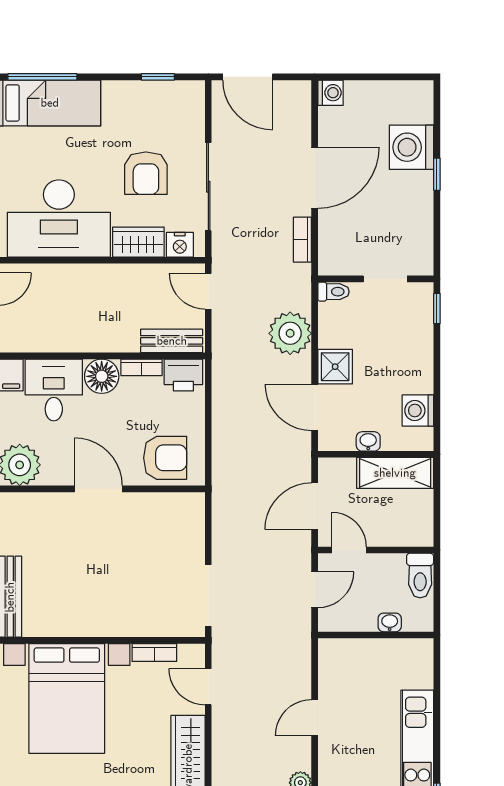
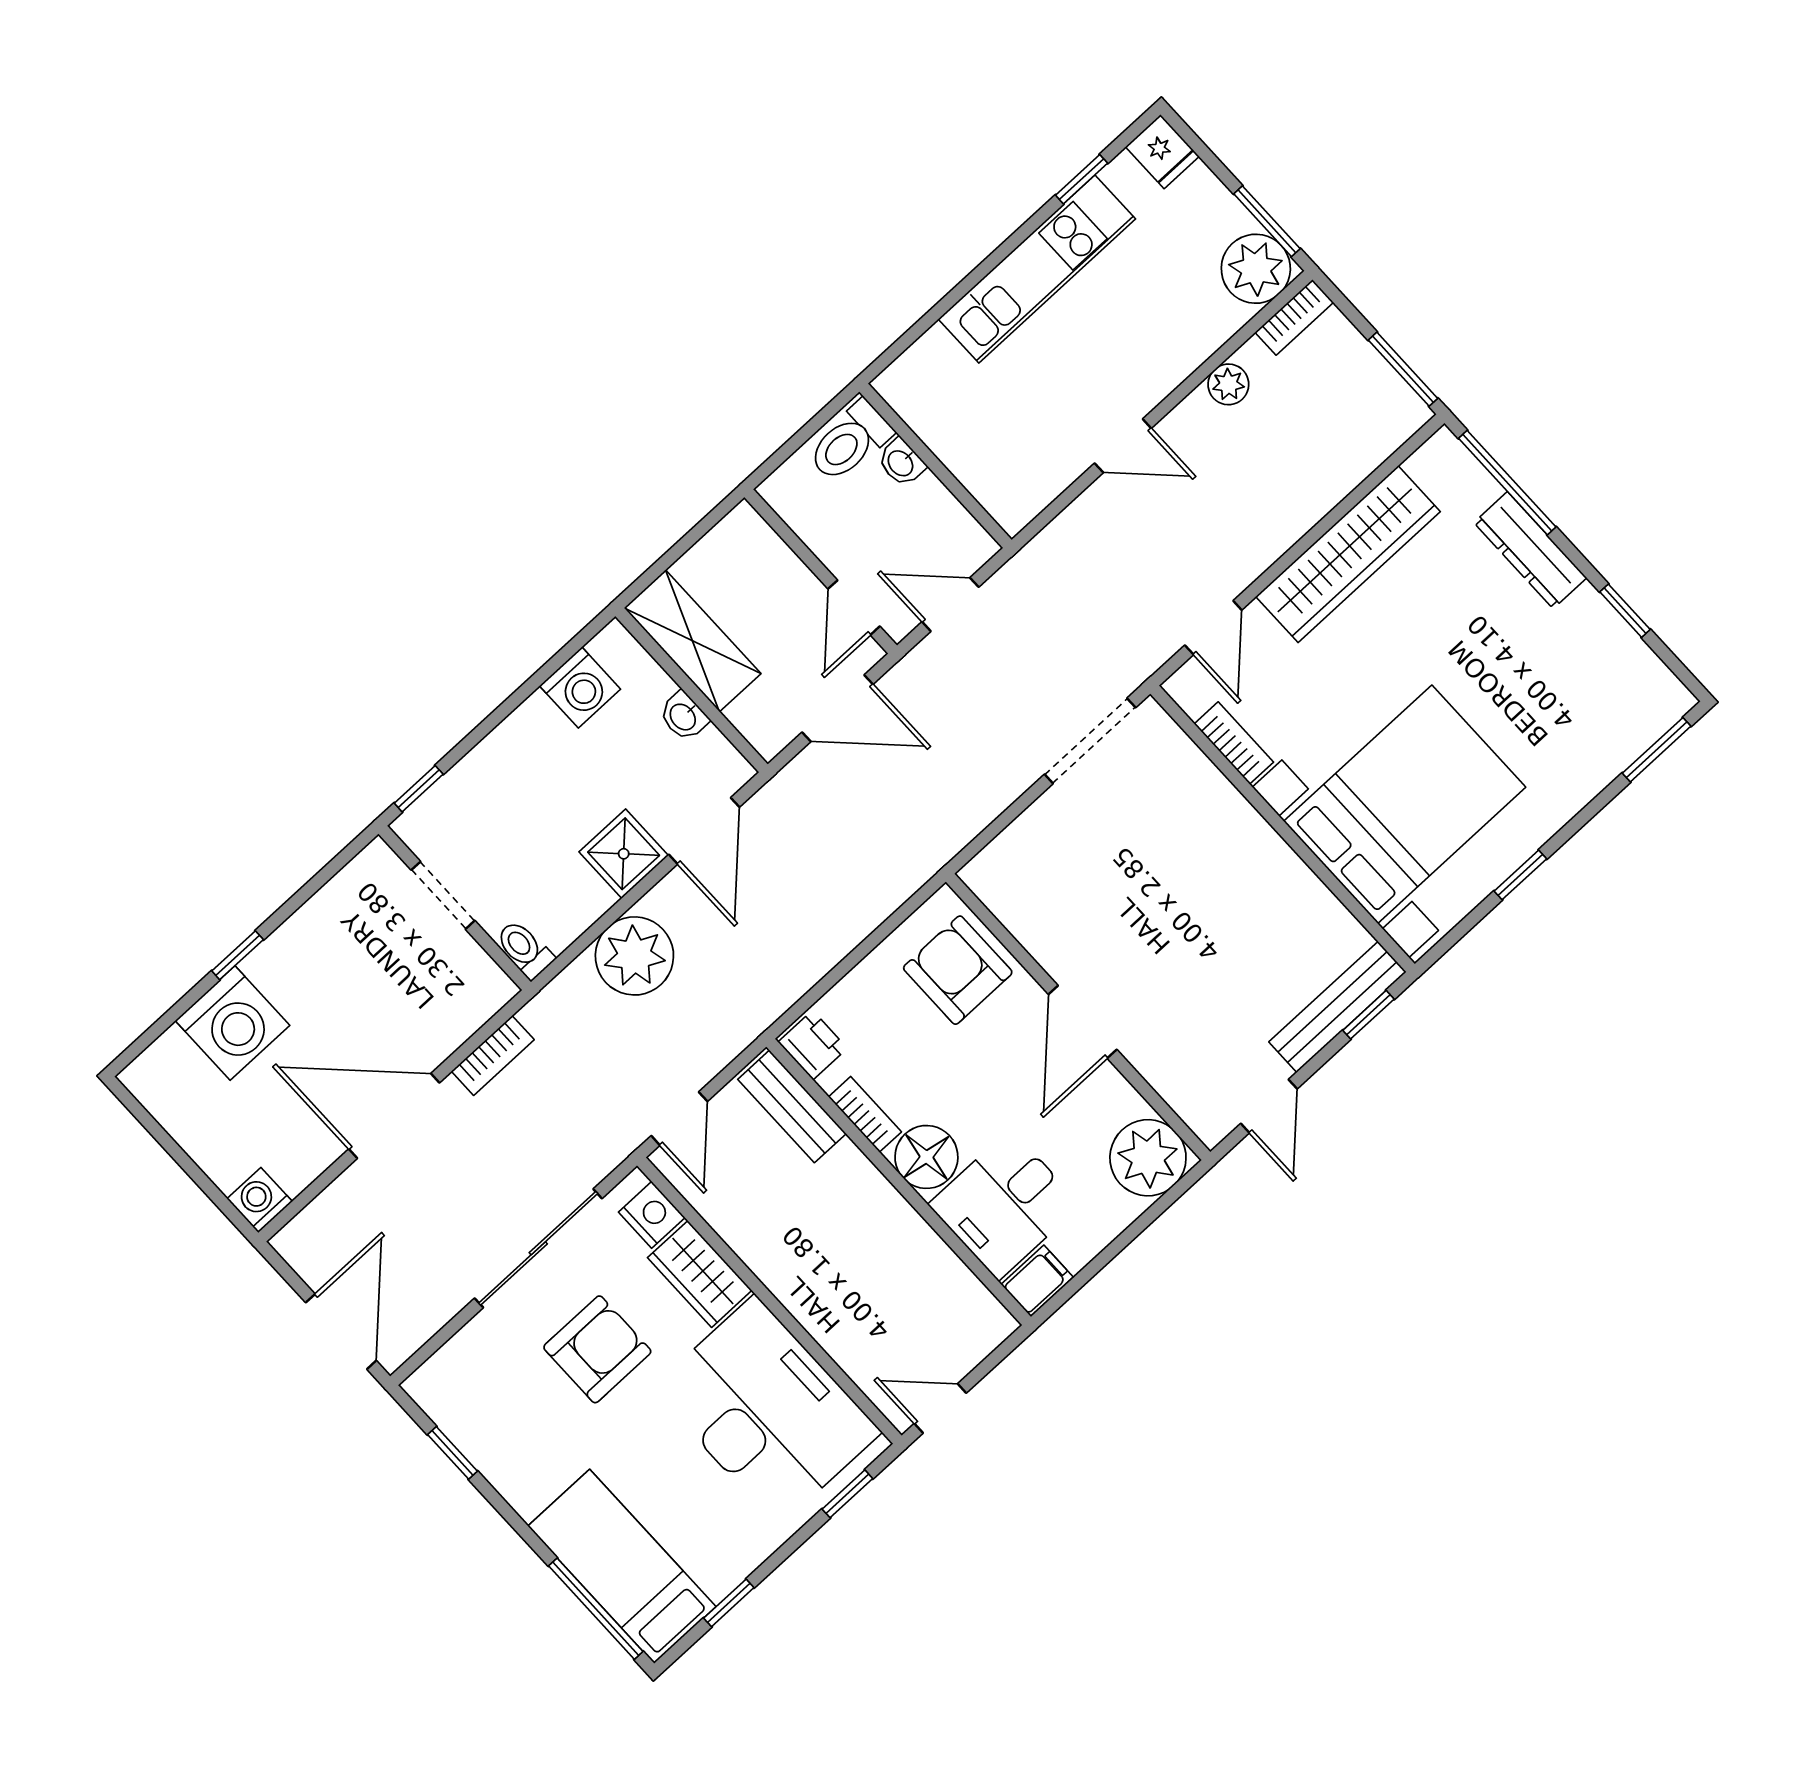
printer: (183, 375) -> (813, 1045), width x0.73, depth x0.81
toilet: (420, 575) -> (850, 442), moved, turned 180

